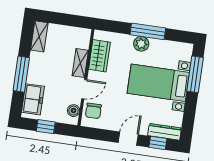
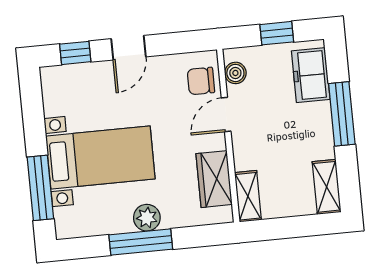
shelving: (80, 63) -> (248, 196), moved
chair: (93, 111) -> (201, 81), turned -90
dresser: (164, 132) -> (69, 75), removed

